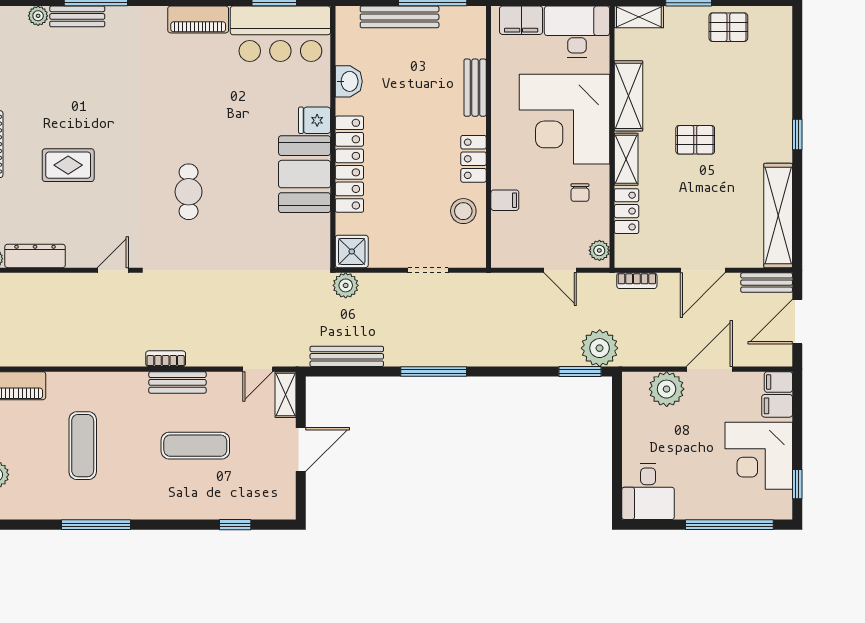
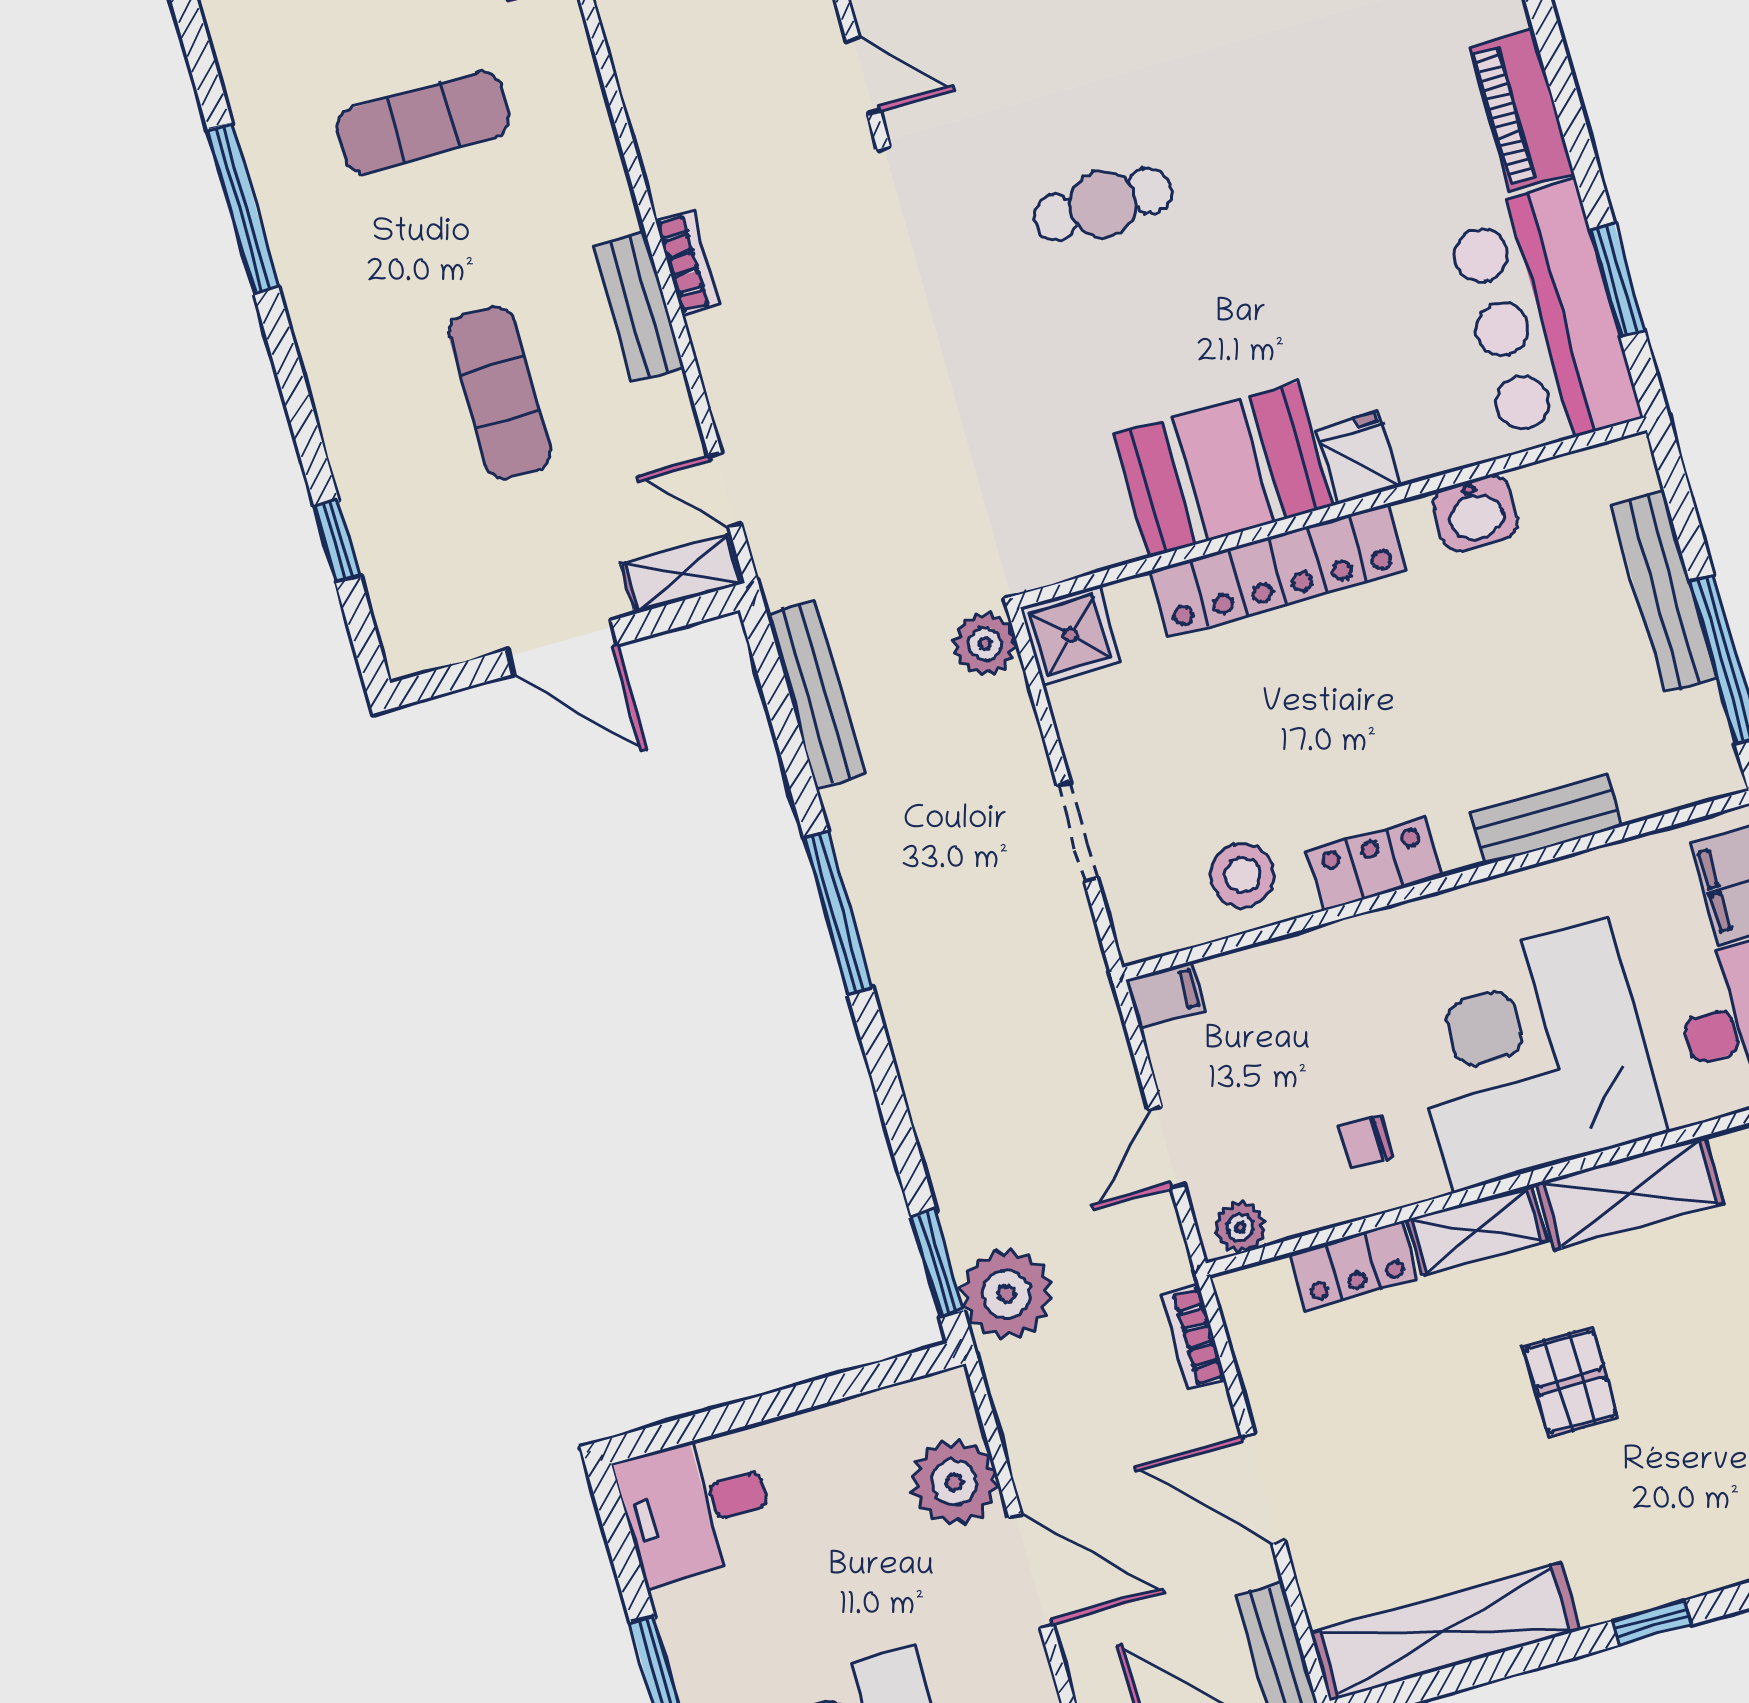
filing cabinet: (505, 200) -> (1166, 995), moved, turned -90

